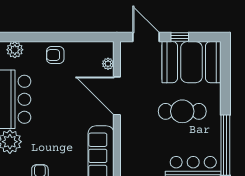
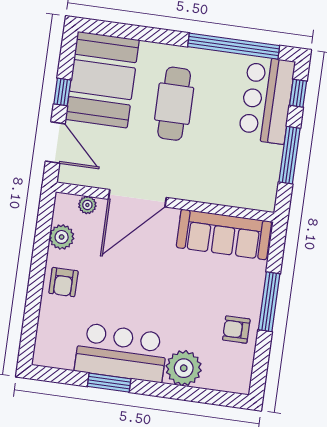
door: (146, 37) -> (55, 143), swing flipped
plant: (15, 50) -> (62, 237), moved

